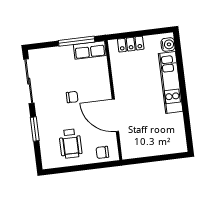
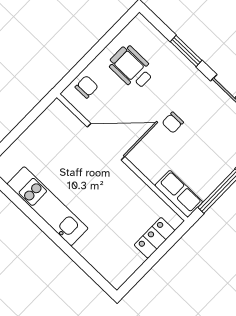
water cooler: (168, 44) -> (111, 272), removed
row of seats: (90, 50) -> (179, 194), moved, turned 90
kitchen unit: (171, 82) -> (48, 206), moved

